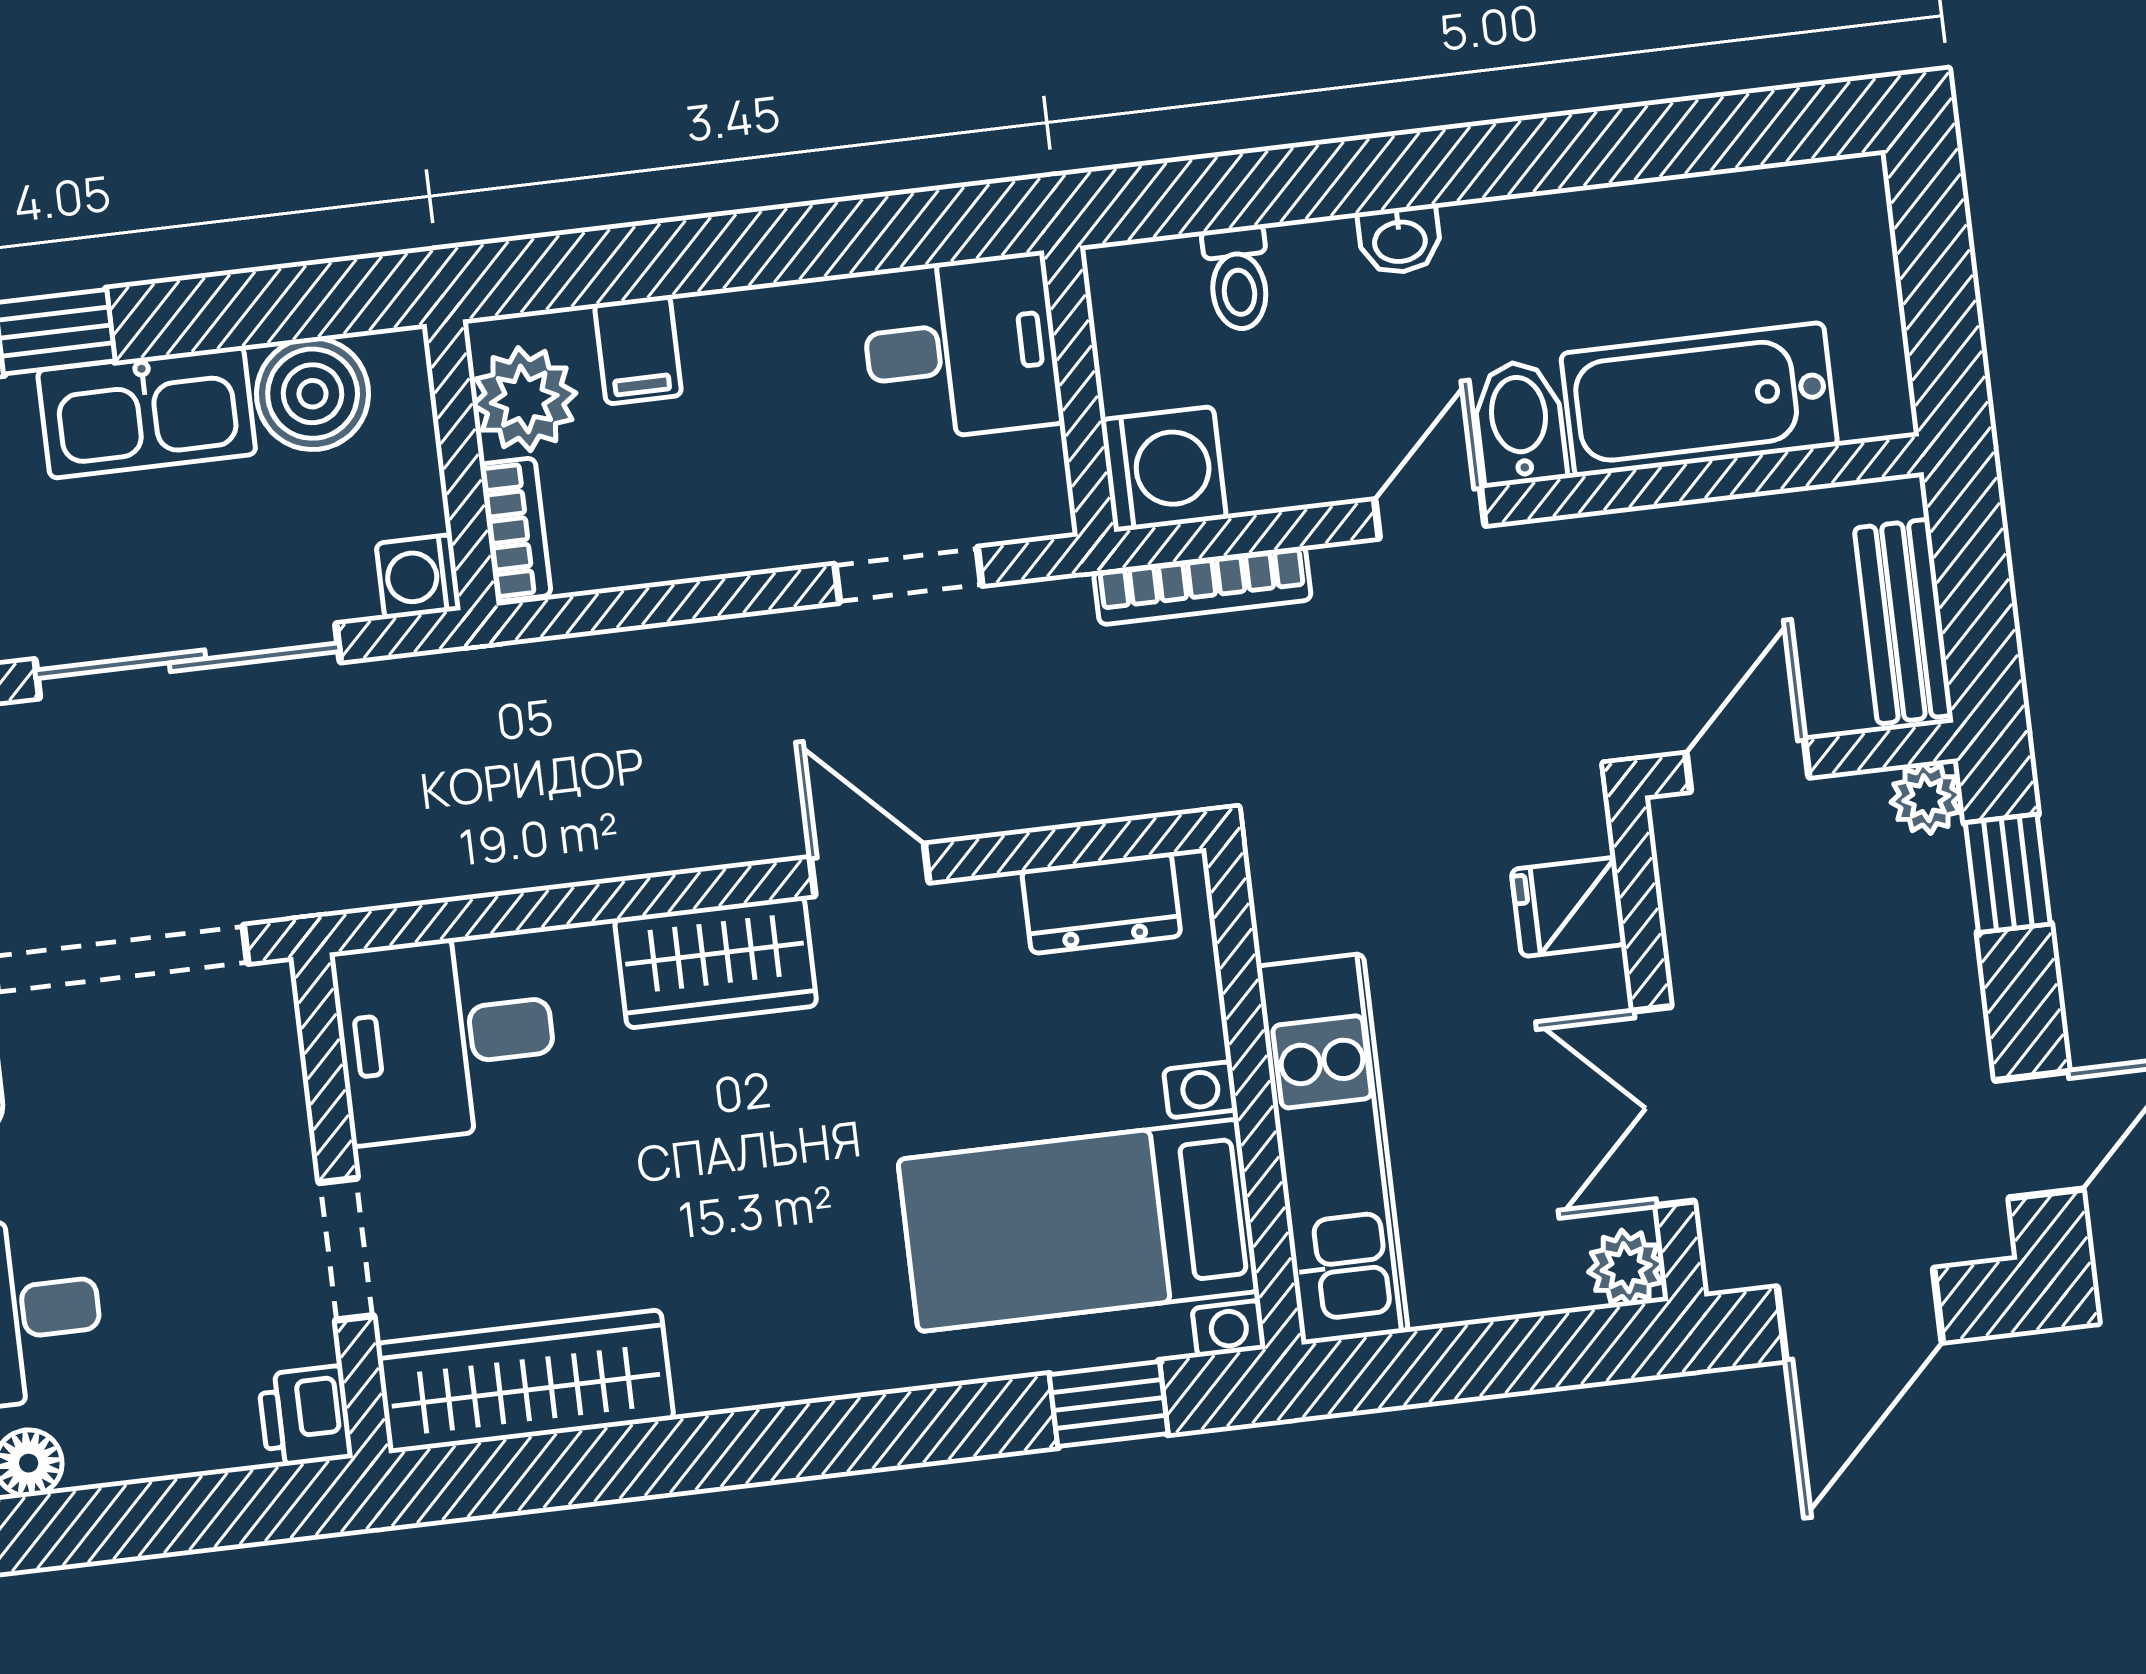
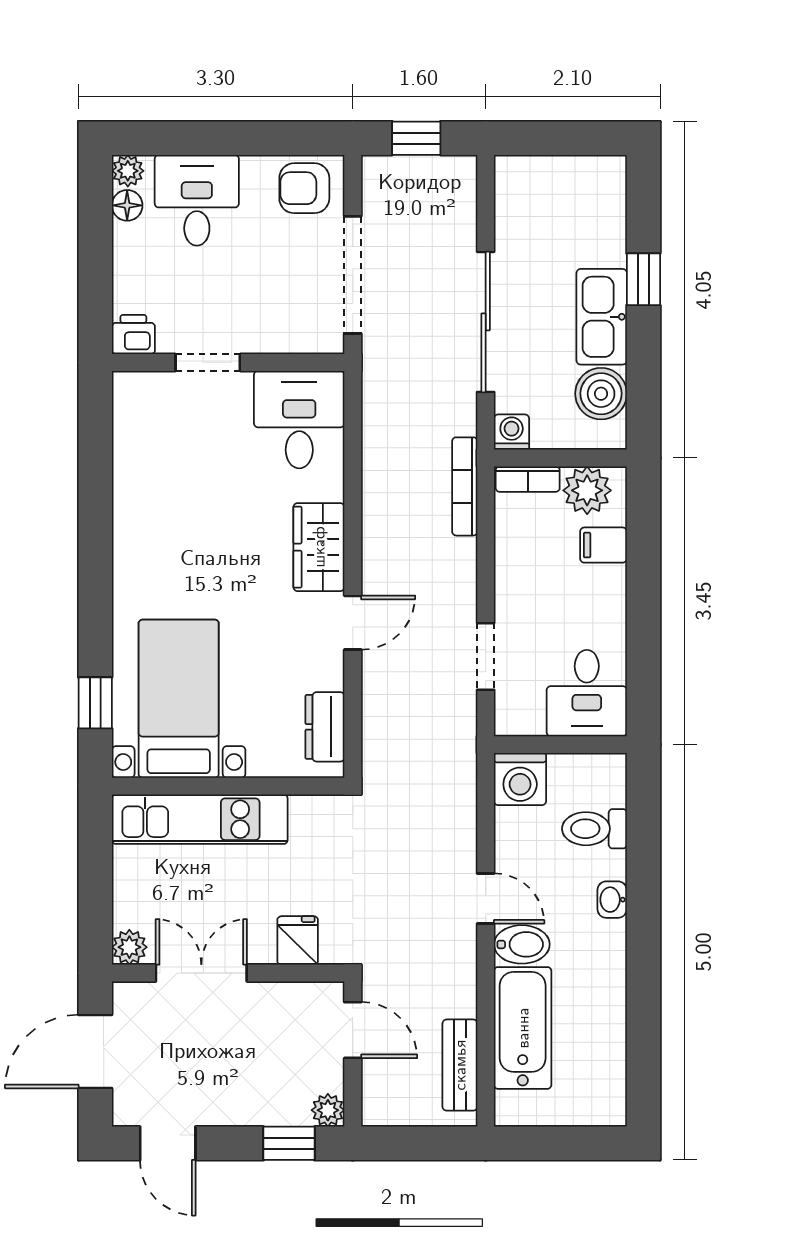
toilet: (1238, 278) -> (594, 829), width x1.37, depth x1.39
bookcase: (1202, 585) -> (465, 486), moved
bench: (1903, 622) -> (460, 1065), moved, turned 90
door: (1860, 1315) -> (95, 1052), hinge flipped
wardrobe: (525, 1381) -> (137, 437), removed

